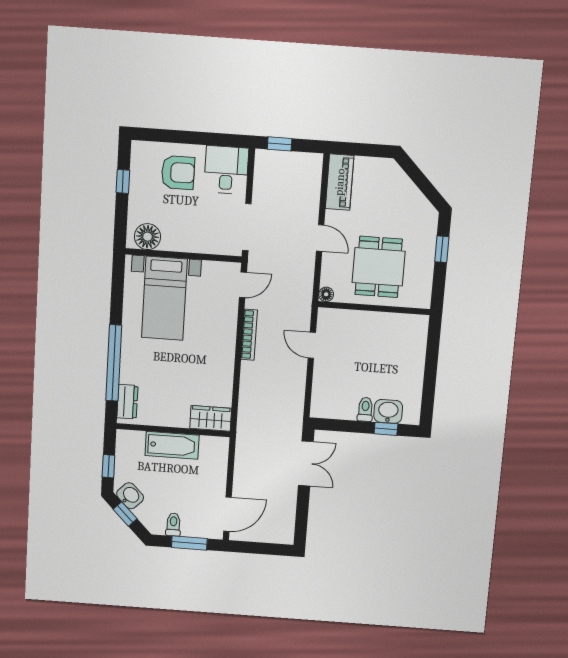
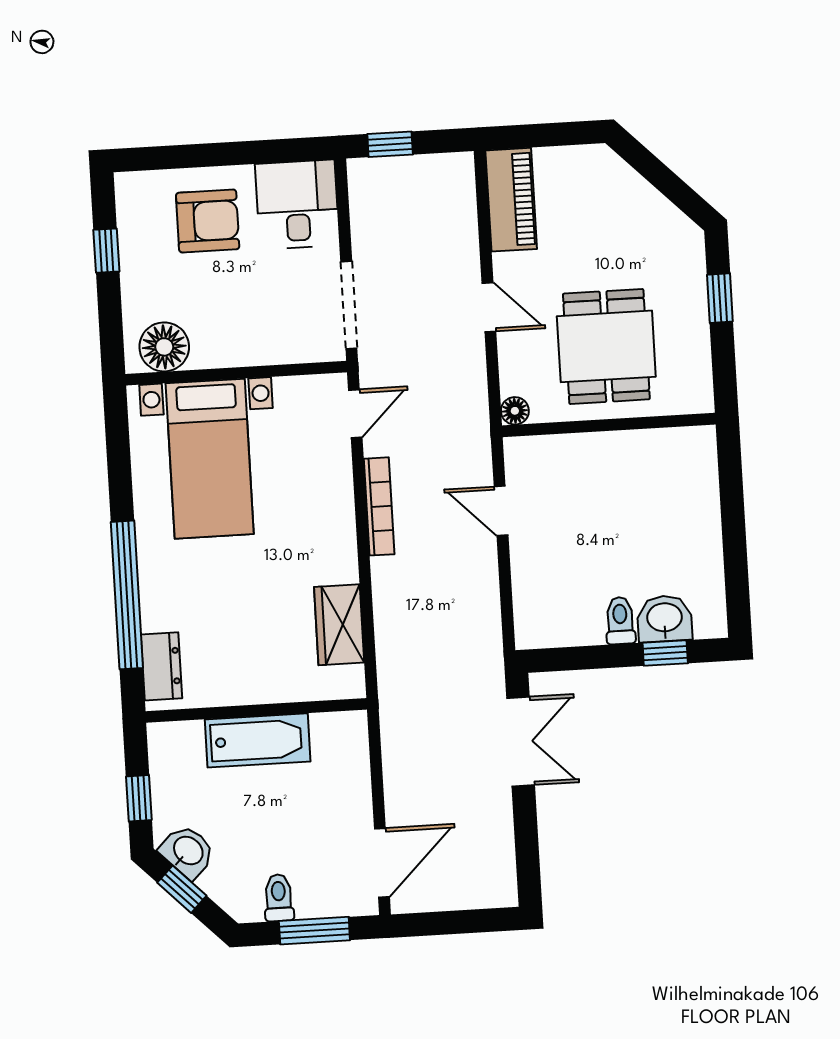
wardrobe: (211, 418) -> (339, 625), moved, turned -90

